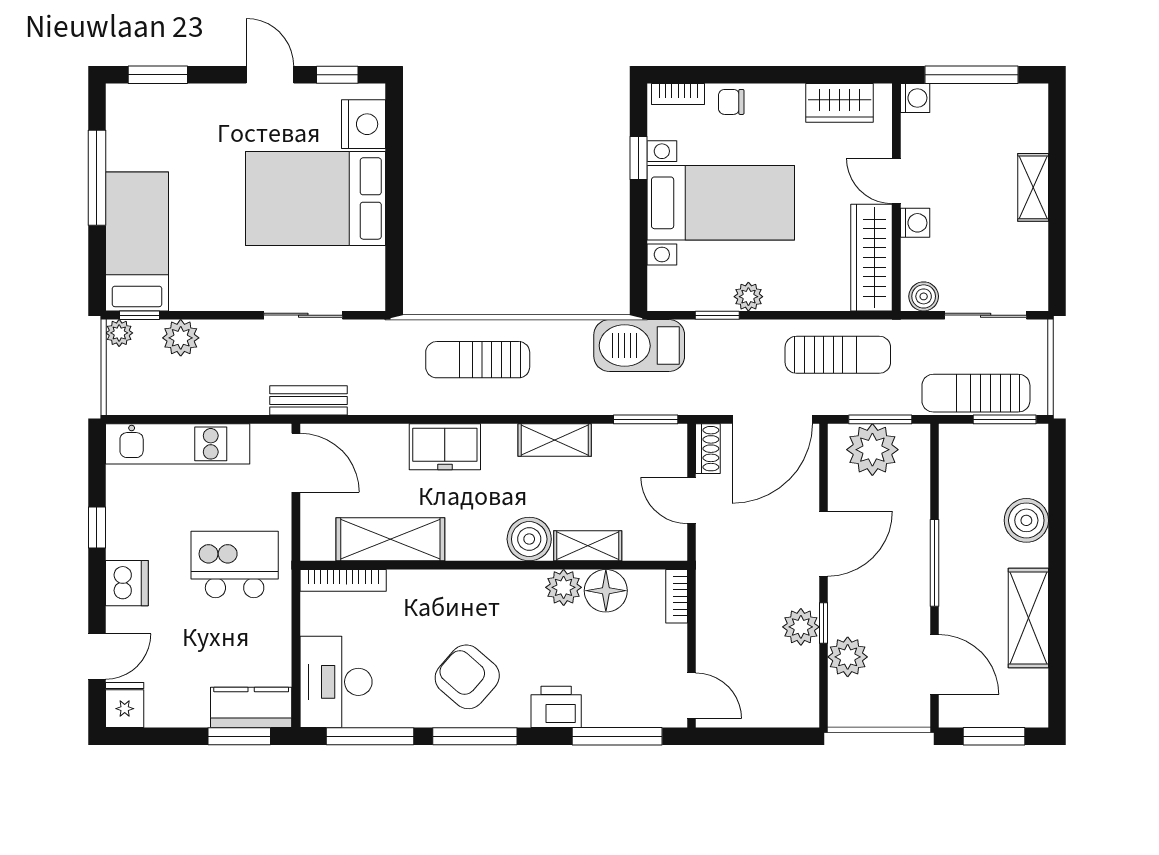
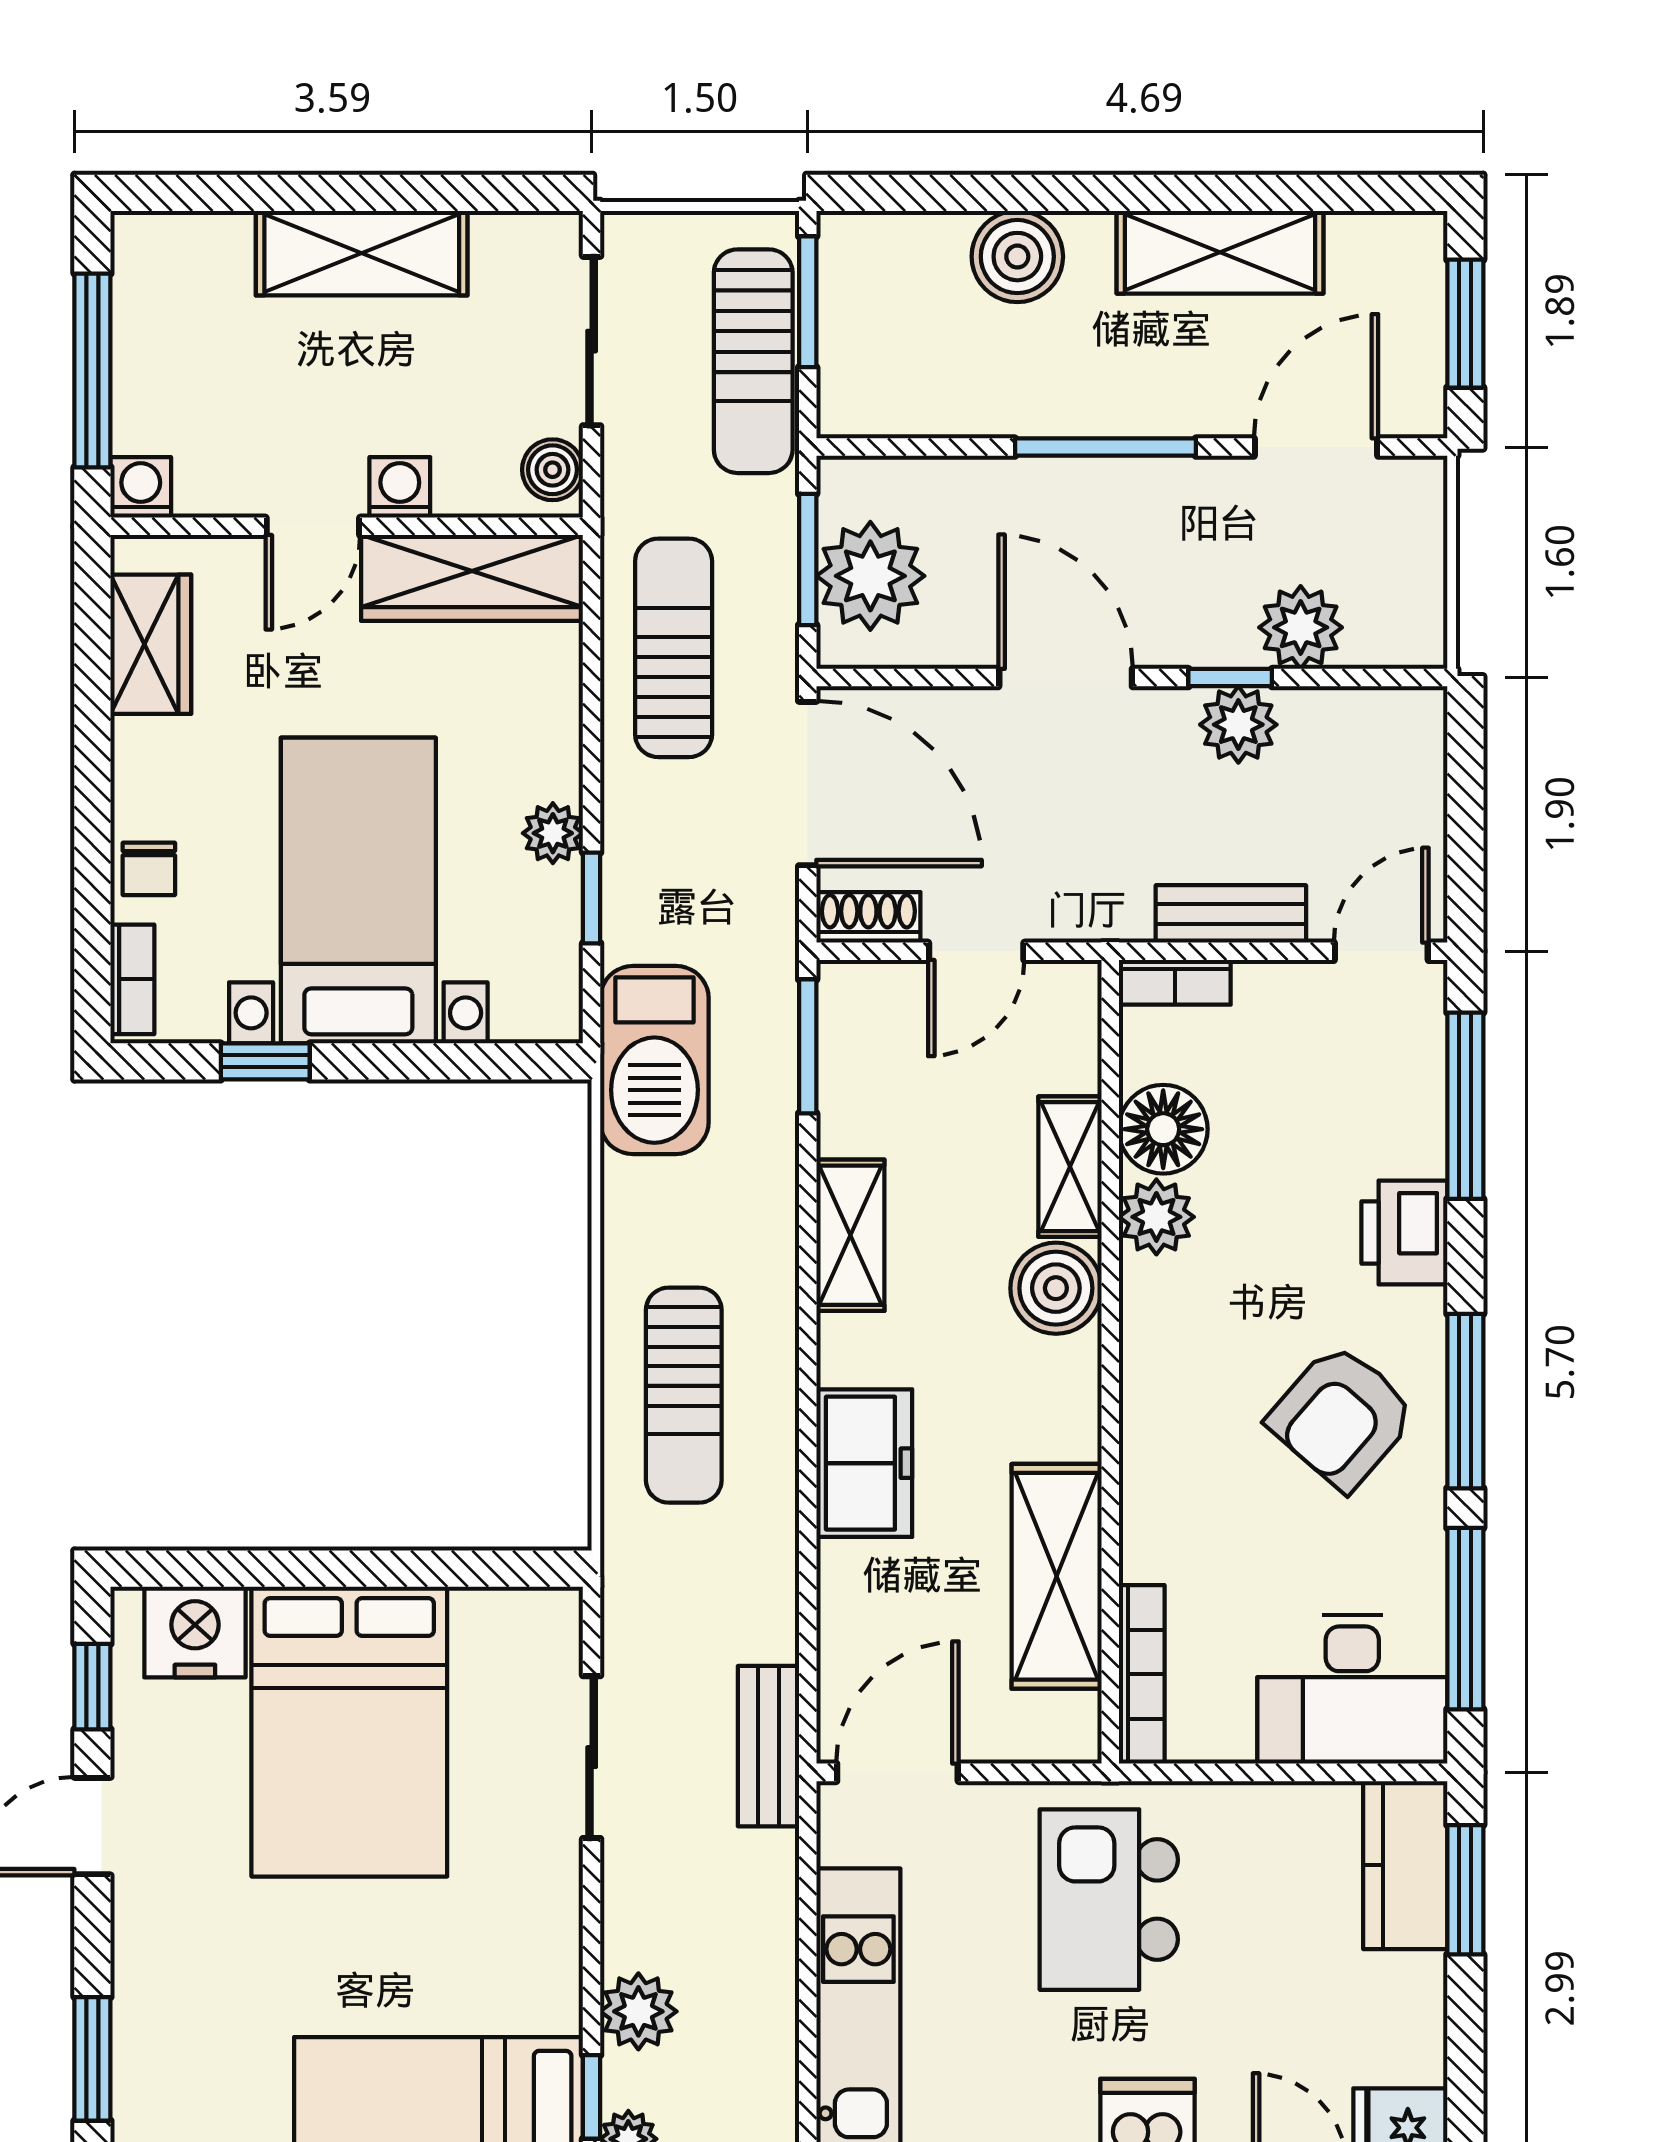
shelving: (1033, 187) -> (362, 253), width x1.50, depth x1.33
bench: (710, 623) -> (1231, 914), added

